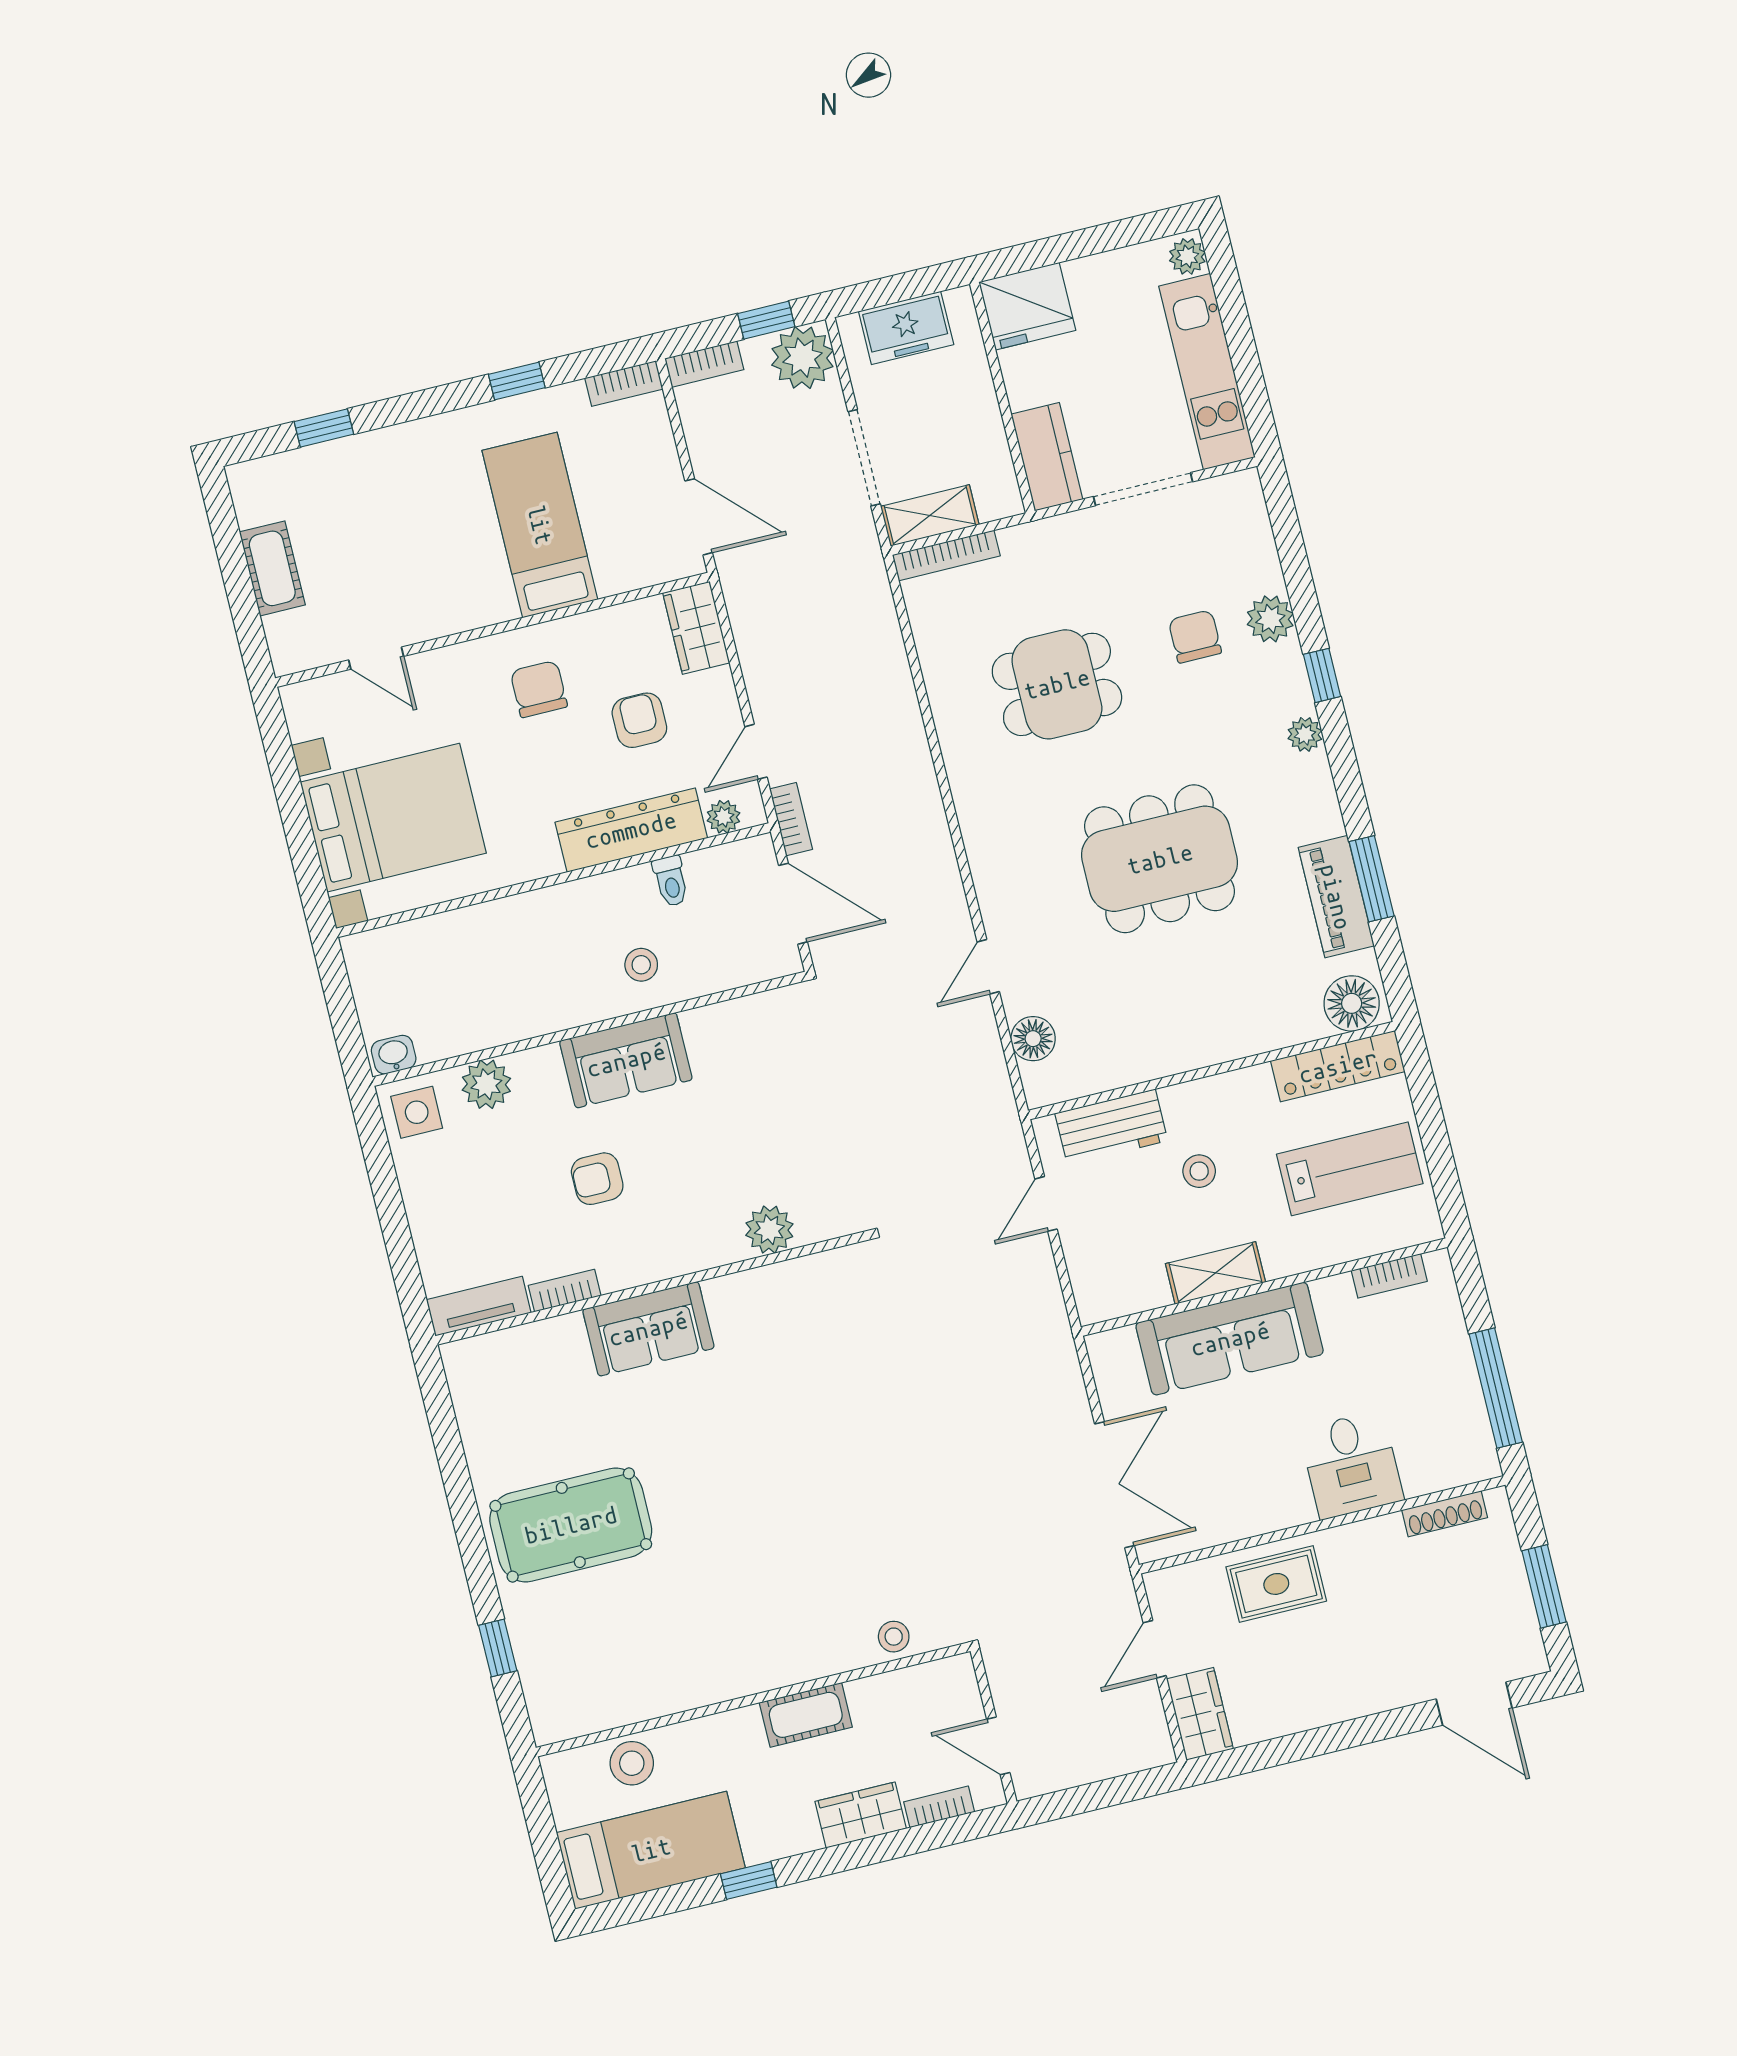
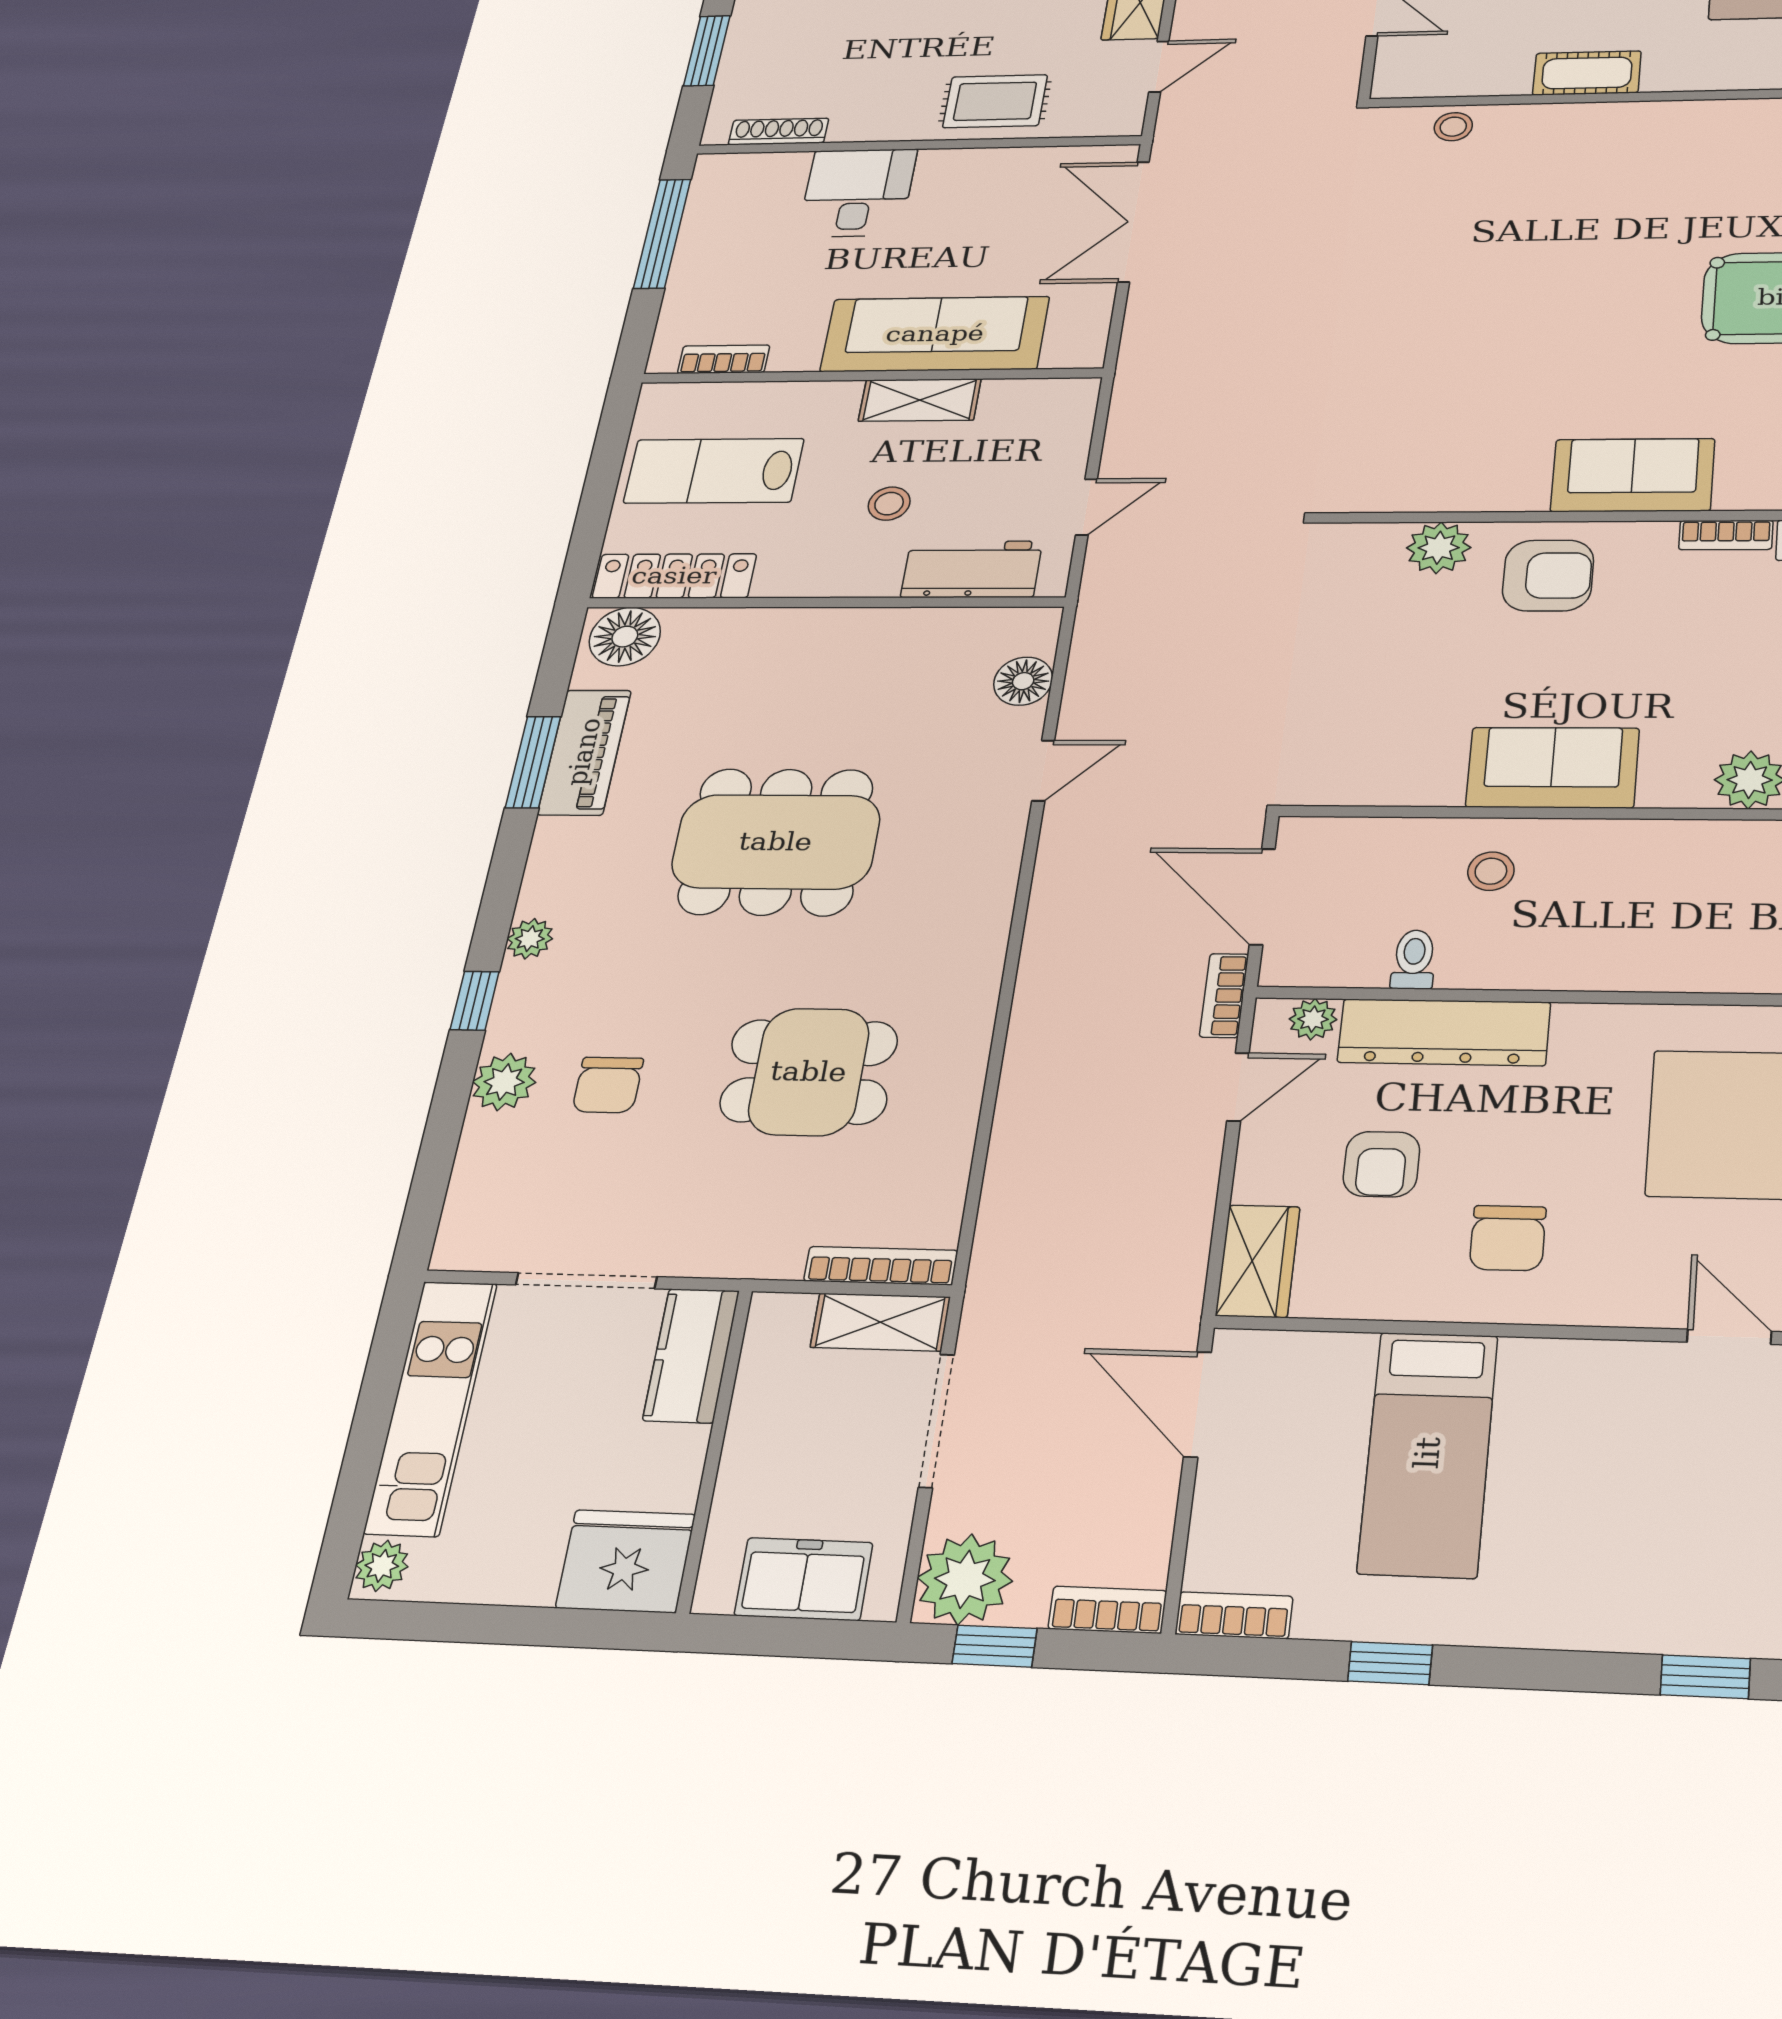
armchair: (597, 1179) -> (1548, 576), moved, width x1.38, depth x1.38

